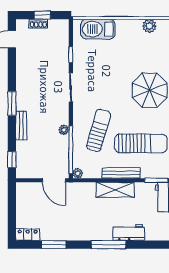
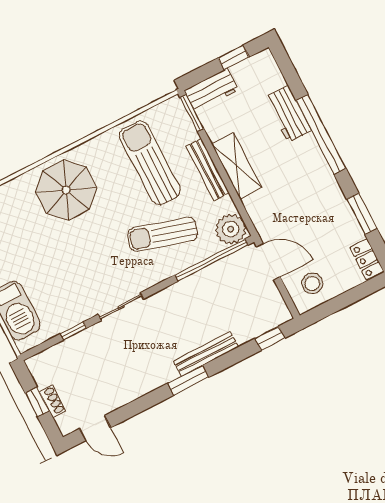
bench: (21, 126) -> (206, 354), width x1.36
plant: (64, 130) -> (188, 285), removed
plant: (78, 173) -> (231, 229), width x1.88, depth x1.88
door: (54, 180) -> (268, 262), hinge flipped
stool: (30, 198) -> (312, 283), added
window: (109, 245) -> (321, 134), width x1.46

